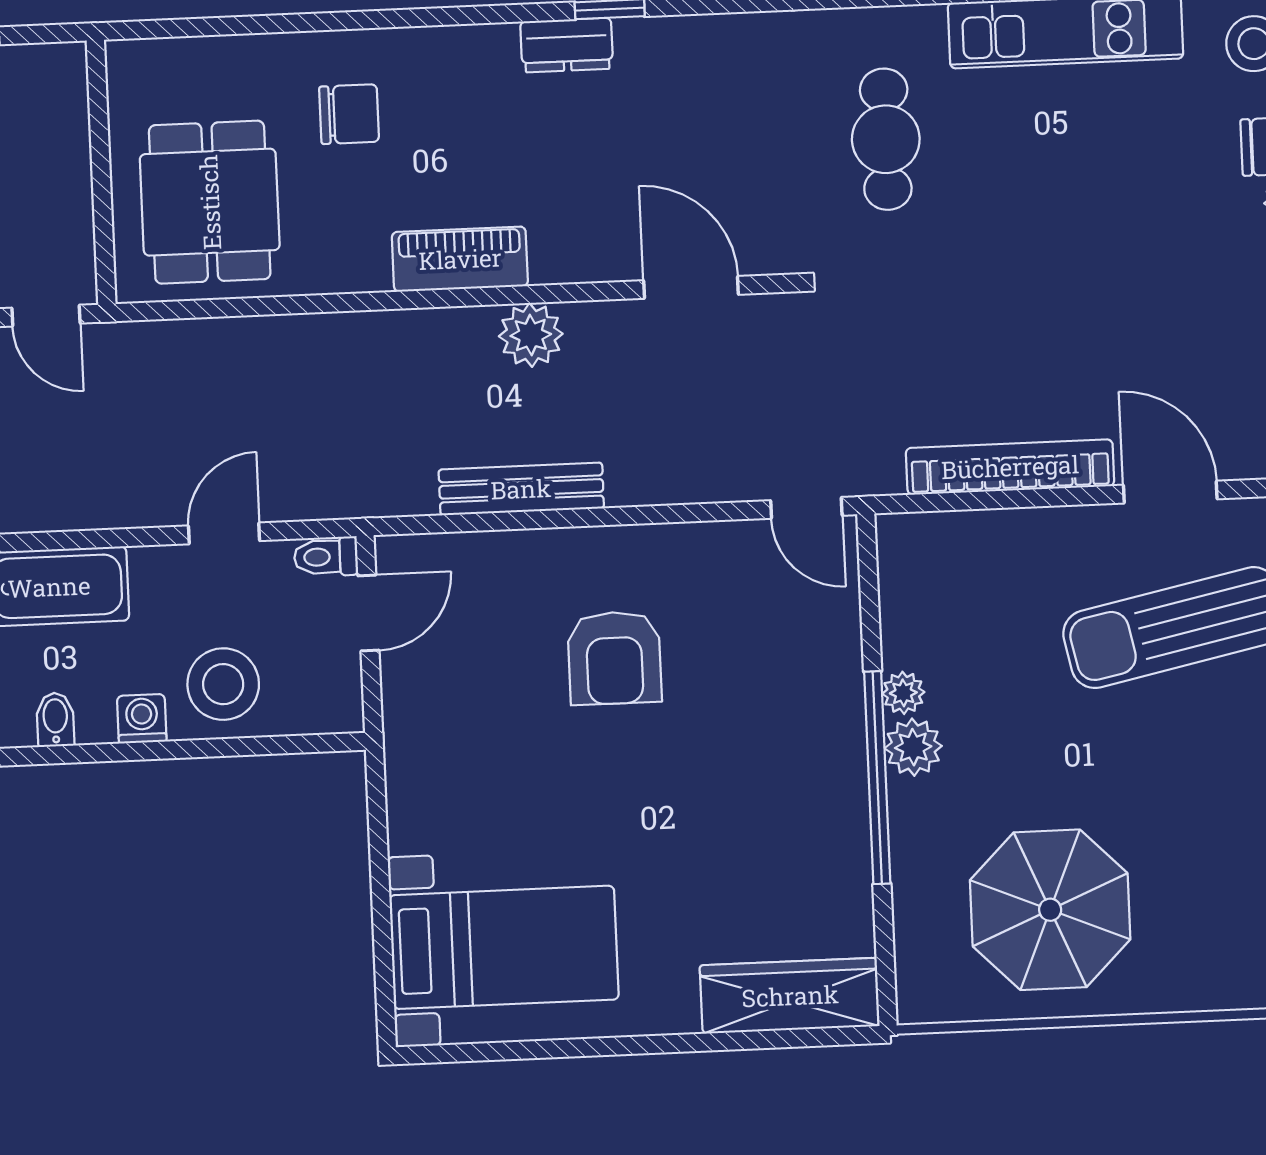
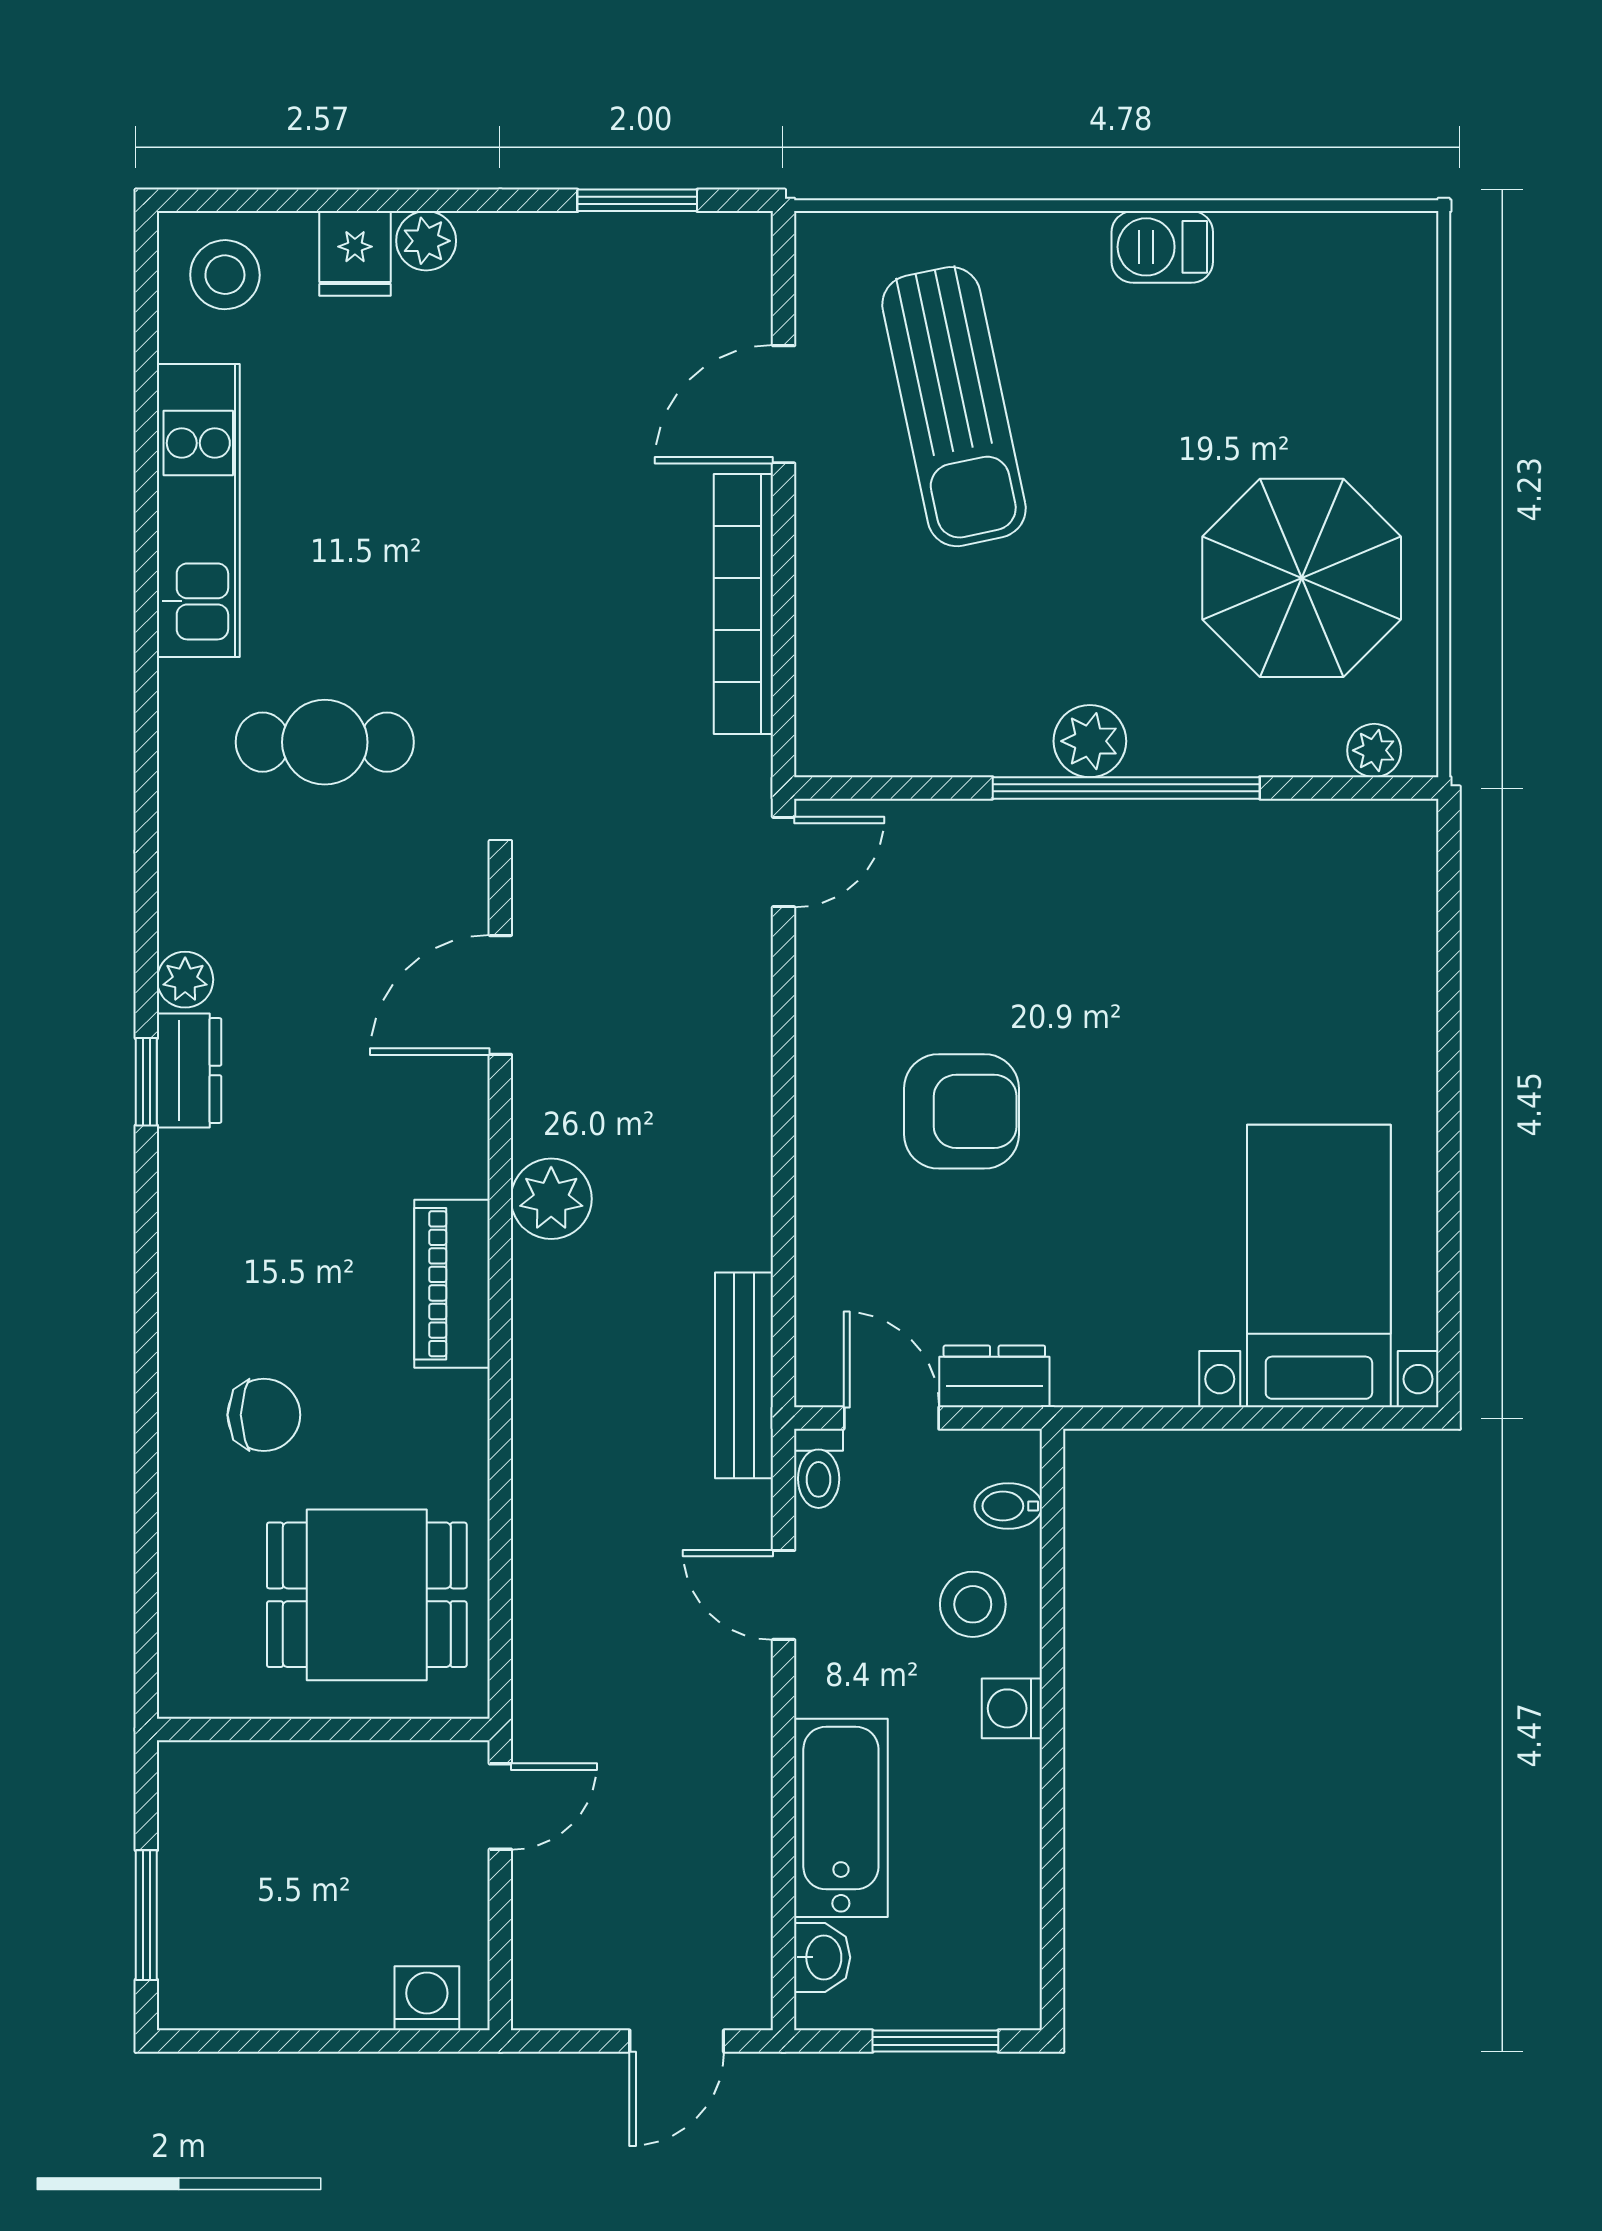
plant: (692, 36) -> (185, 980), added
dresser: (567, 45) -> (189, 1071), moved
chair: (349, 114) -> (264, 1415), turned 90
bench: (521, 489) -> (744, 1375), moved
stool: (223, 684) -> (973, 1604), width x0.73, depth x0.73
dresser: (405, 693) -> (994, 1376), added
plant: (903, 693) -> (1374, 750), moved
bidet: (55, 720) -> (1008, 1506), moved
wardrobe: (790, 996) -> (1395, 910), removed

